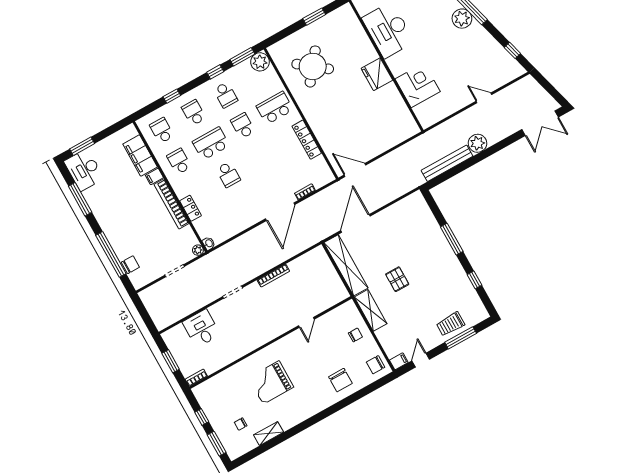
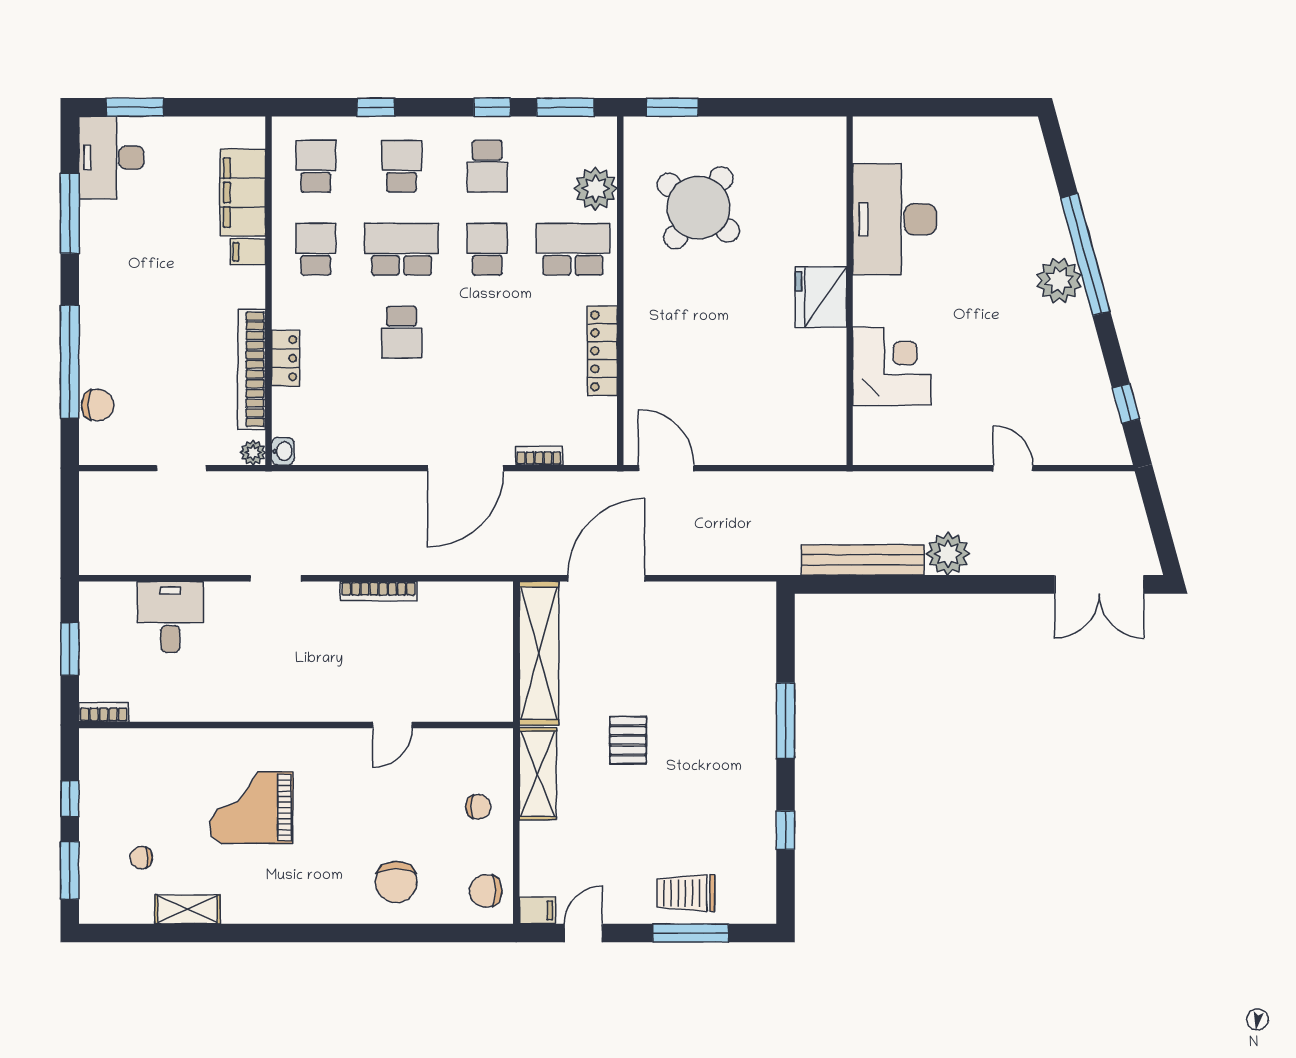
window: (314, 17) -> (672, 107), moved
plant: (260, 62) -> (596, 189), moved
bookcase: (172, 204) -> (252, 369), moved

